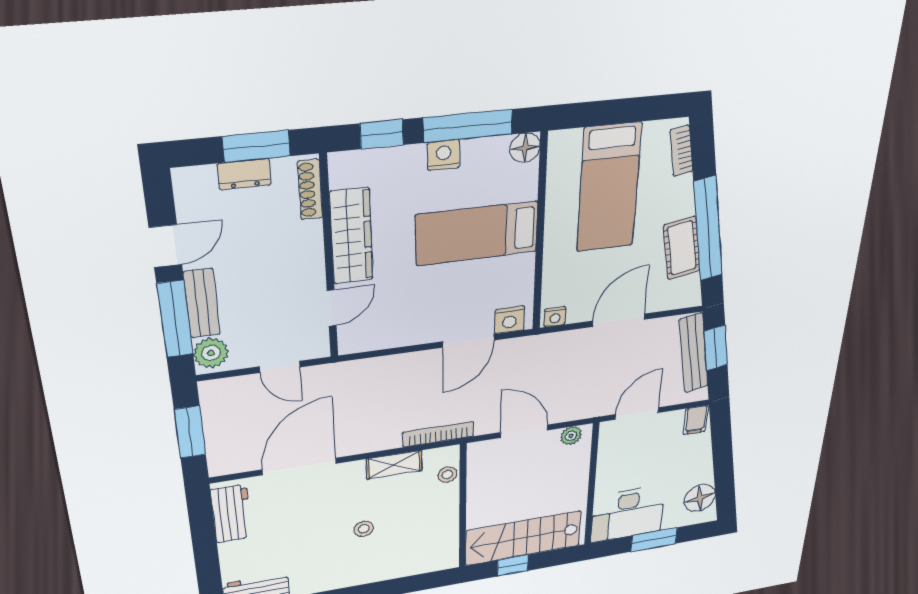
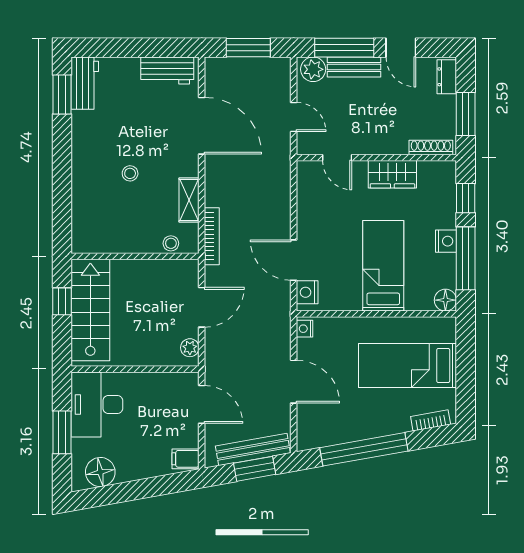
dresser: (244, 174) -> (447, 77), moved
wardrobe: (351, 236) -> (392, 174), width x0.67
cot: (682, 248) -> (350, 429), removed
door: (280, 367) -> (294, 117), swing flipped

